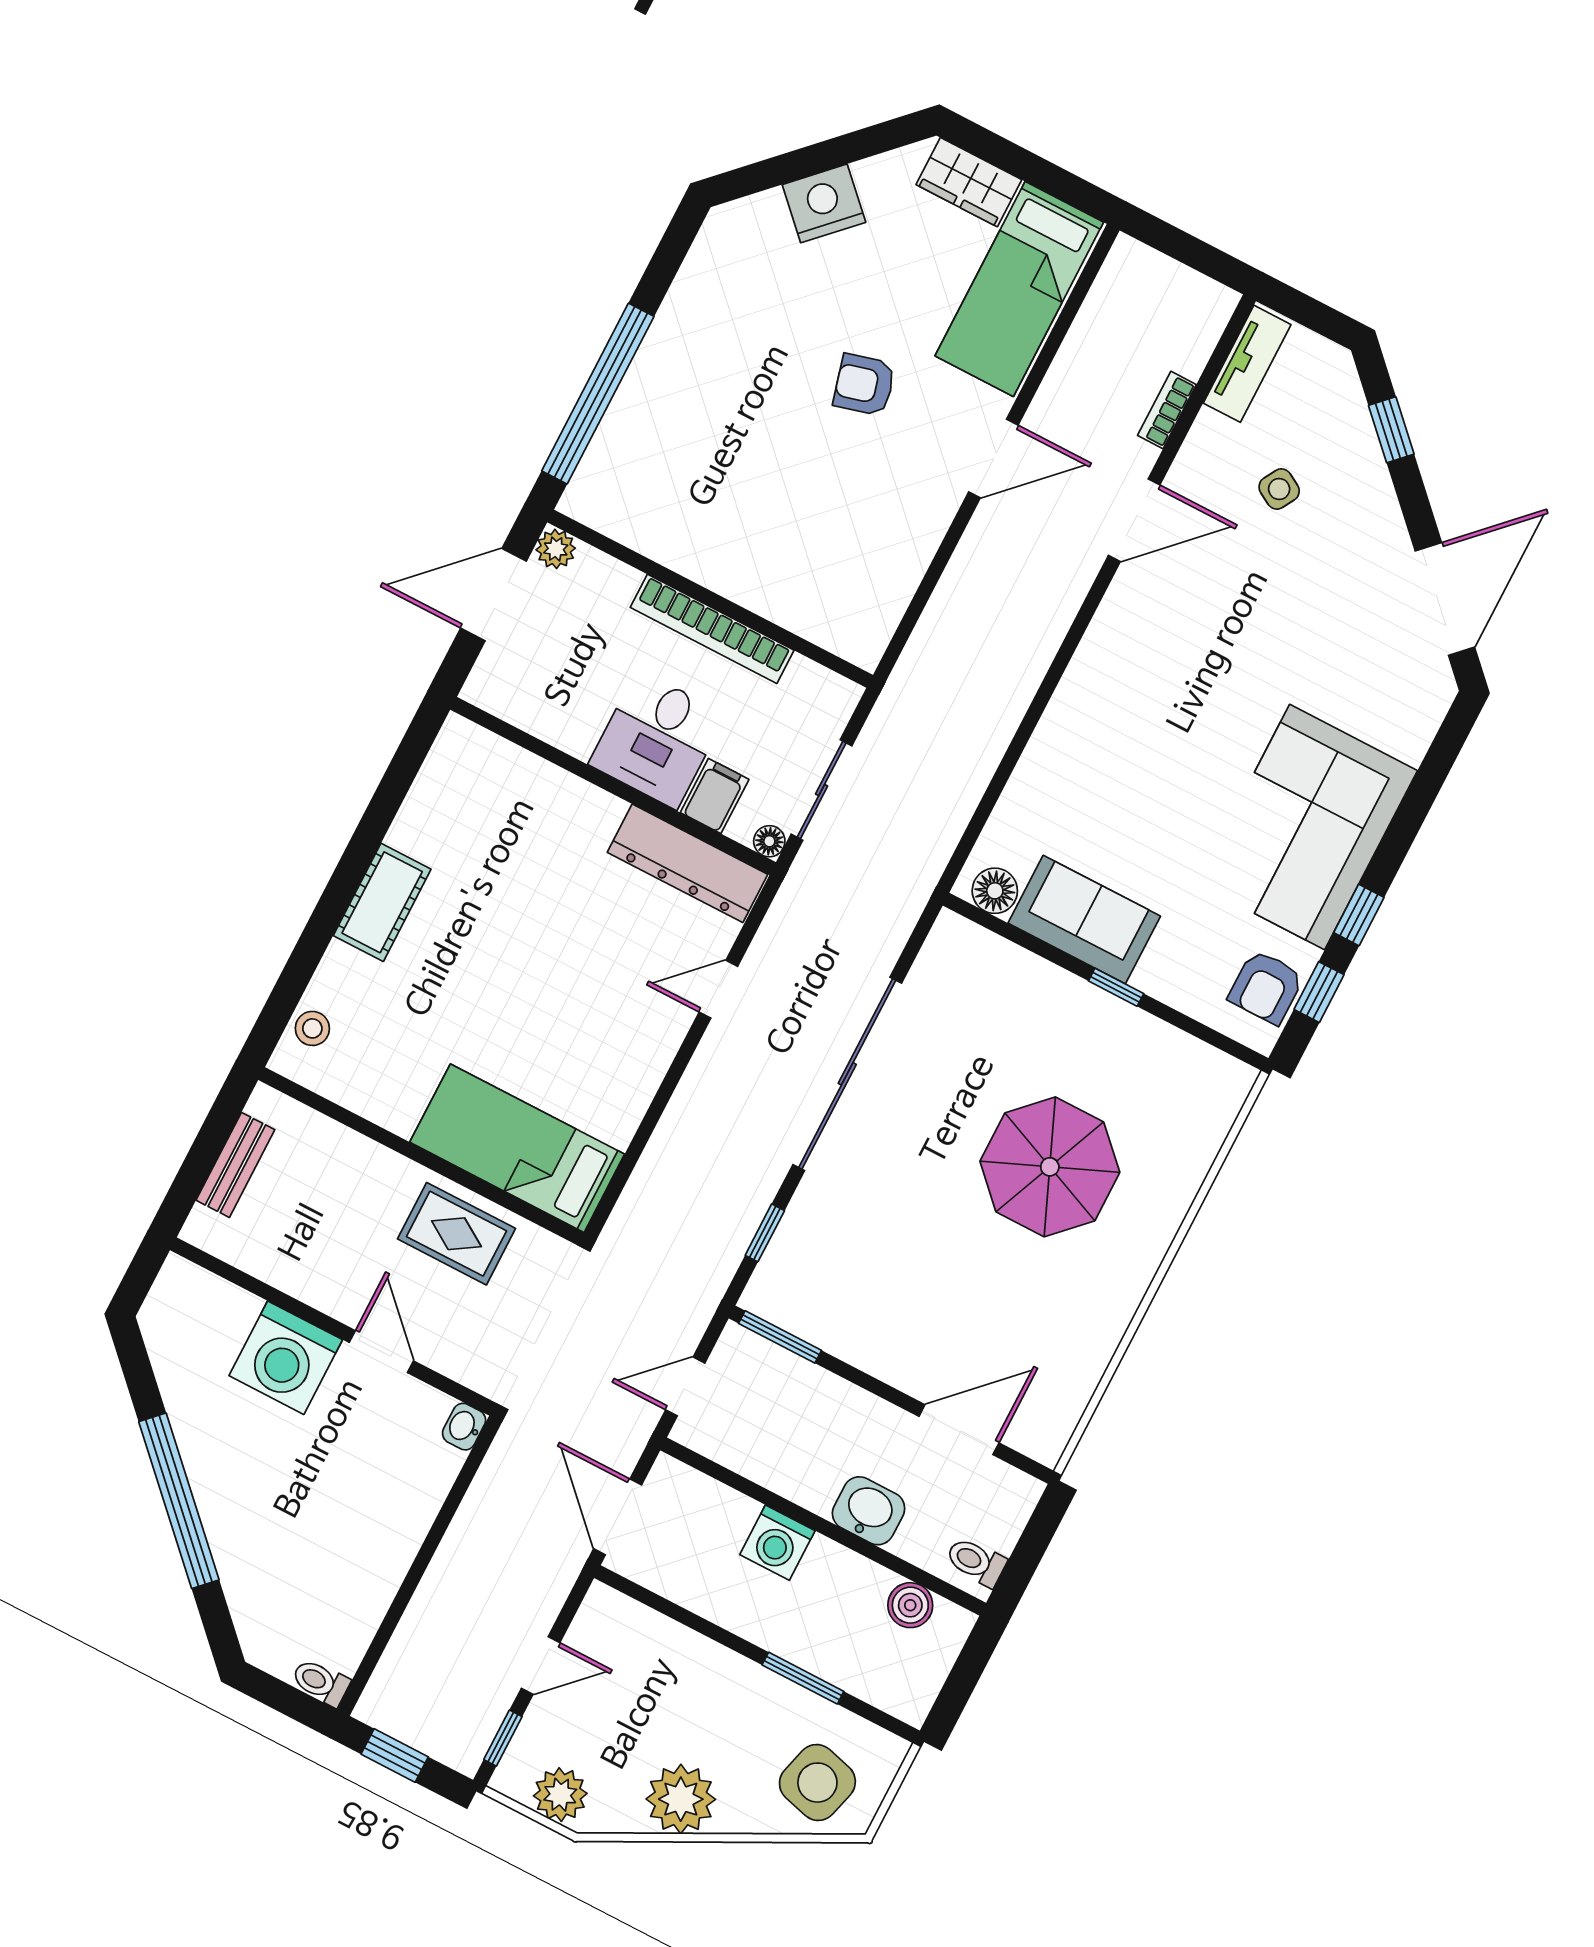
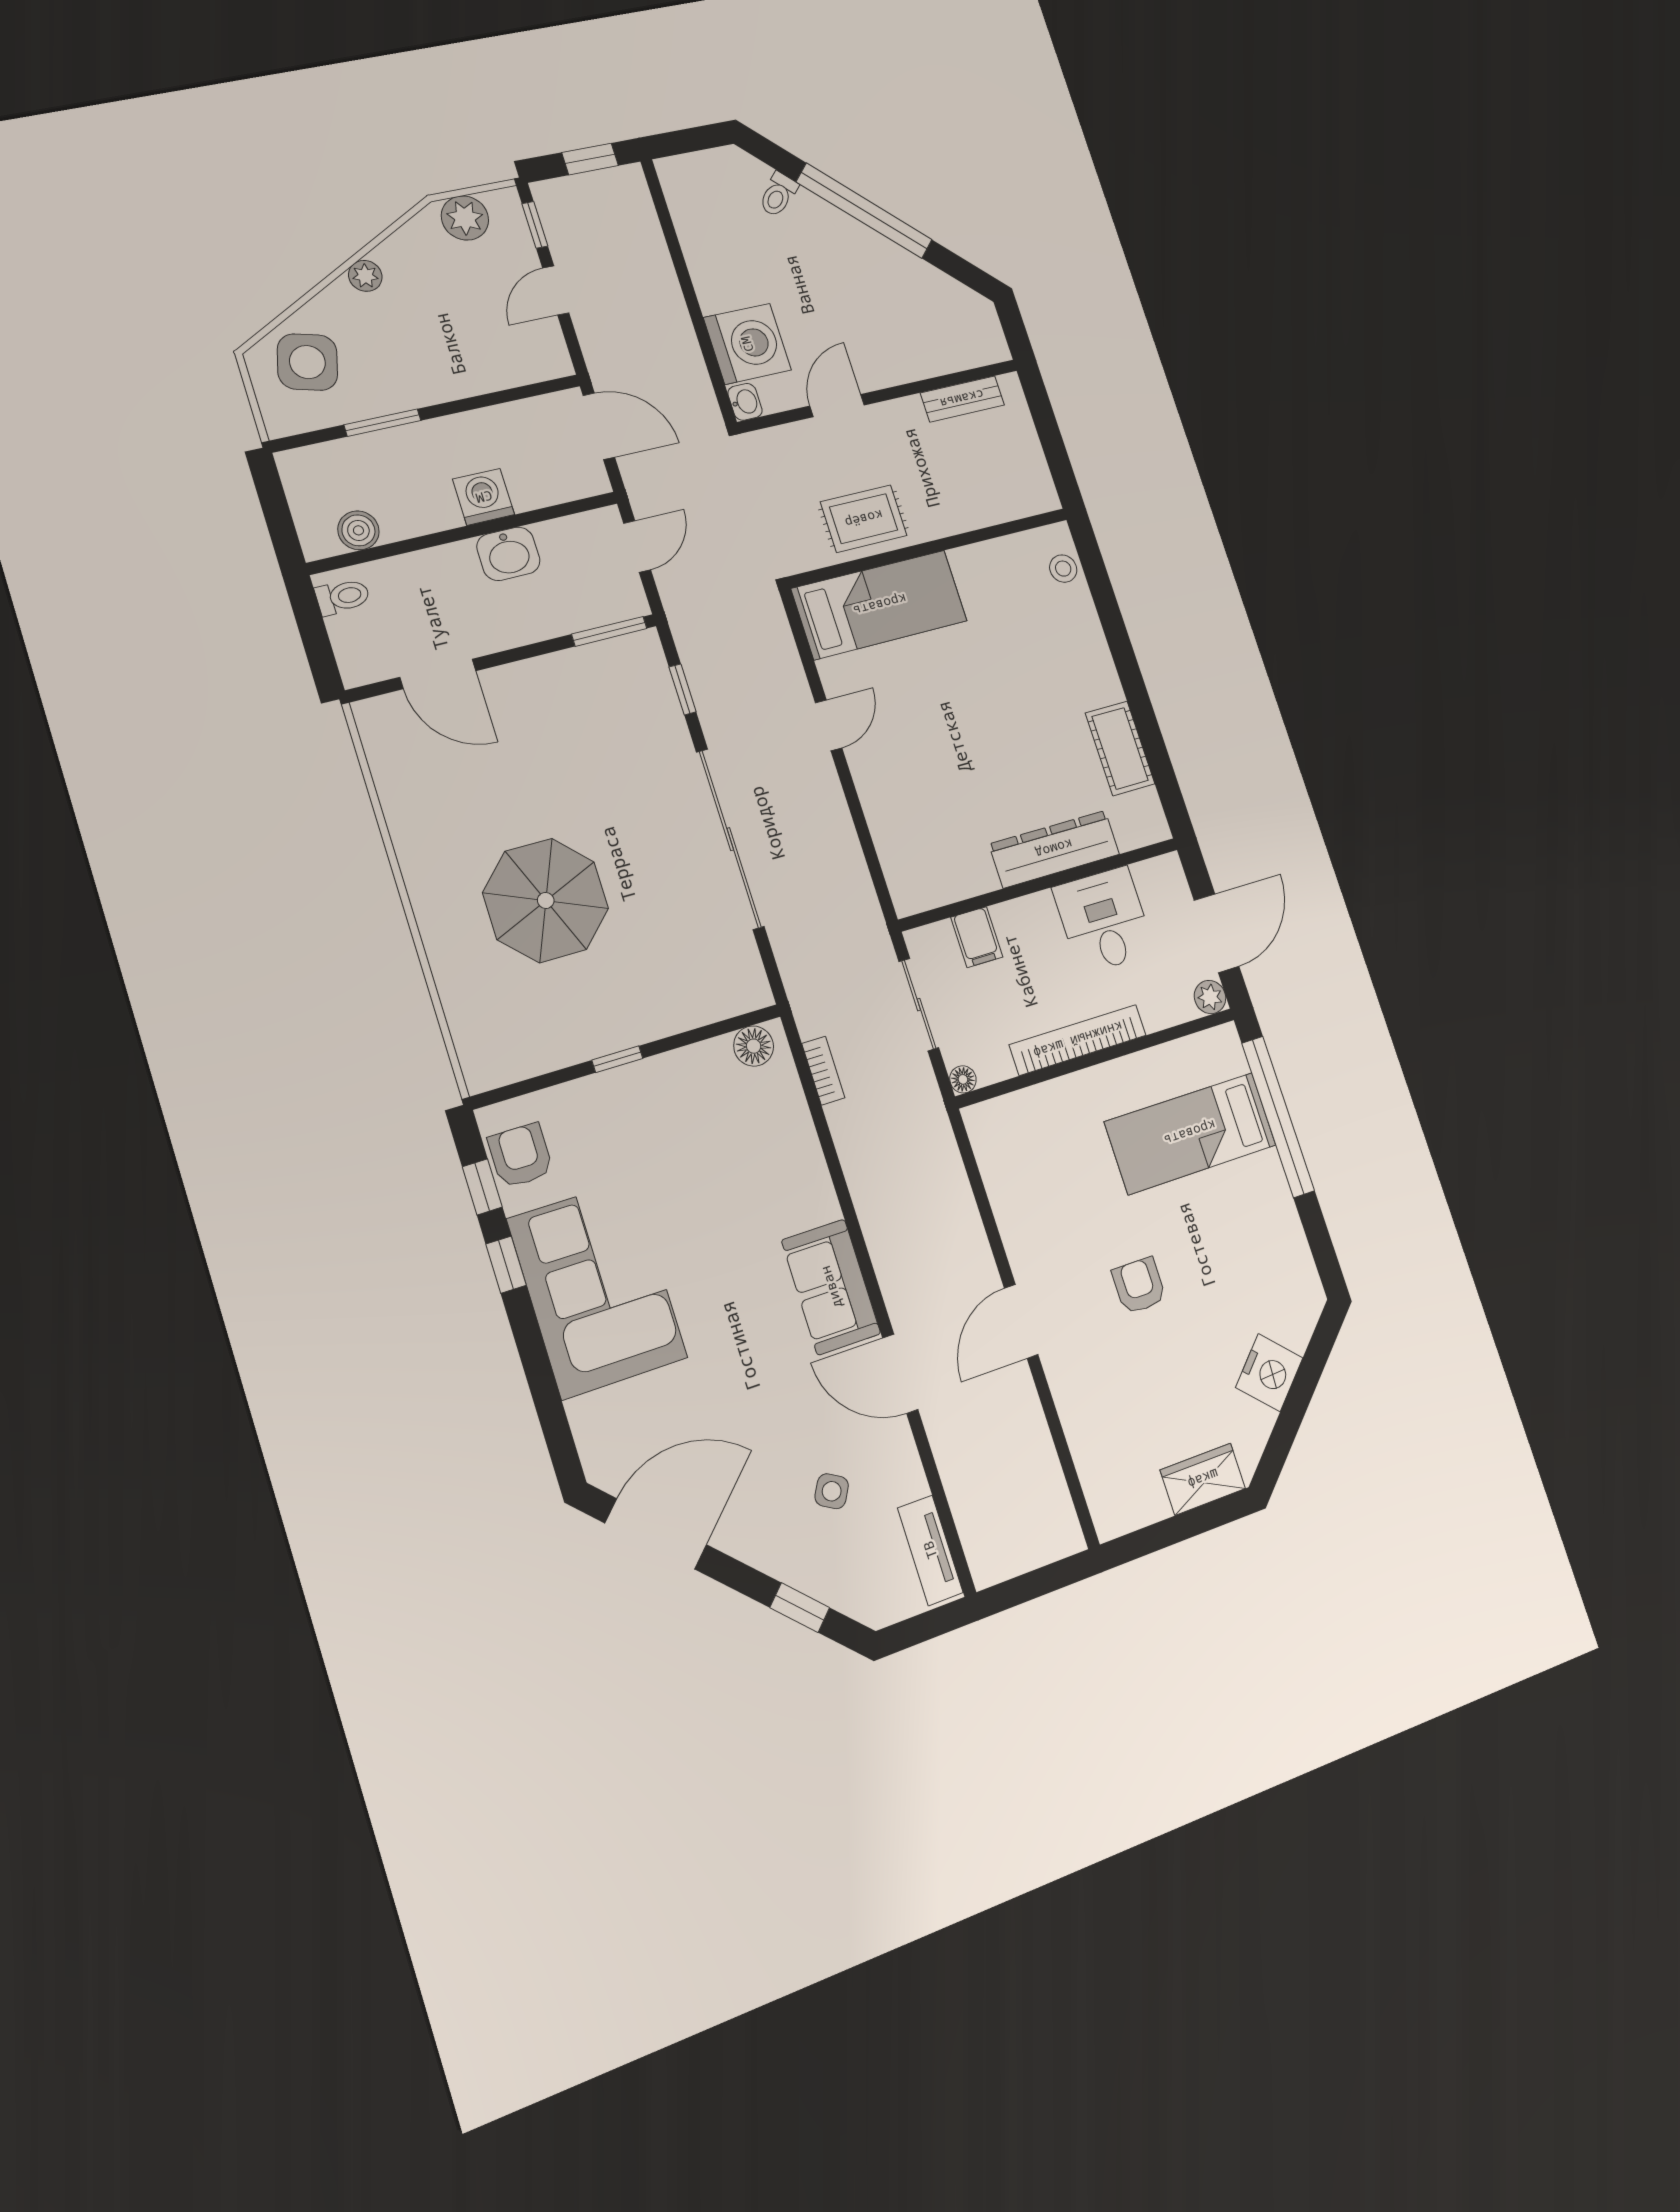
bed: (1019, 289) -> (1190, 1133), moved, turned -90
armchair: (864, 385) -> (1139, 1286), turned -75
bookcase: (1167, 410) -> (823, 1071), moved
door: (1134, 520) -> (900, 1374), hinge flipped
door: (1445, 599) -> (656, 1534), swing flipped
desk: (657, 739) -> (1104, 920), moved
floor lamp: (769, 841) -> (963, 1079), moved
dresser: (687, 863) -> (1054, 849), moved
cot: (382, 902) -> (1120, 748), moved
sofa: (1084, 920) -> (831, 1287), moved, turned 90
door: (718, 989) -> (829, 725), moved
bench: (235, 1165) -> (962, 399), moved, turned 90
door: (381, 1352) -> (837, 406), swing flipped
washing machine: (286, 1358) -> (747, 344), moved, turned 90
door: (959, 1430) -> (438, 674), hinge flipped
washbasin: (869, 1511) -> (508, 554), moved
toilet: (321, 1682) -> (778, 195), moved, turned 135
plant: (681, 1799) -> (365, 276), width x0.53, depth x0.53

